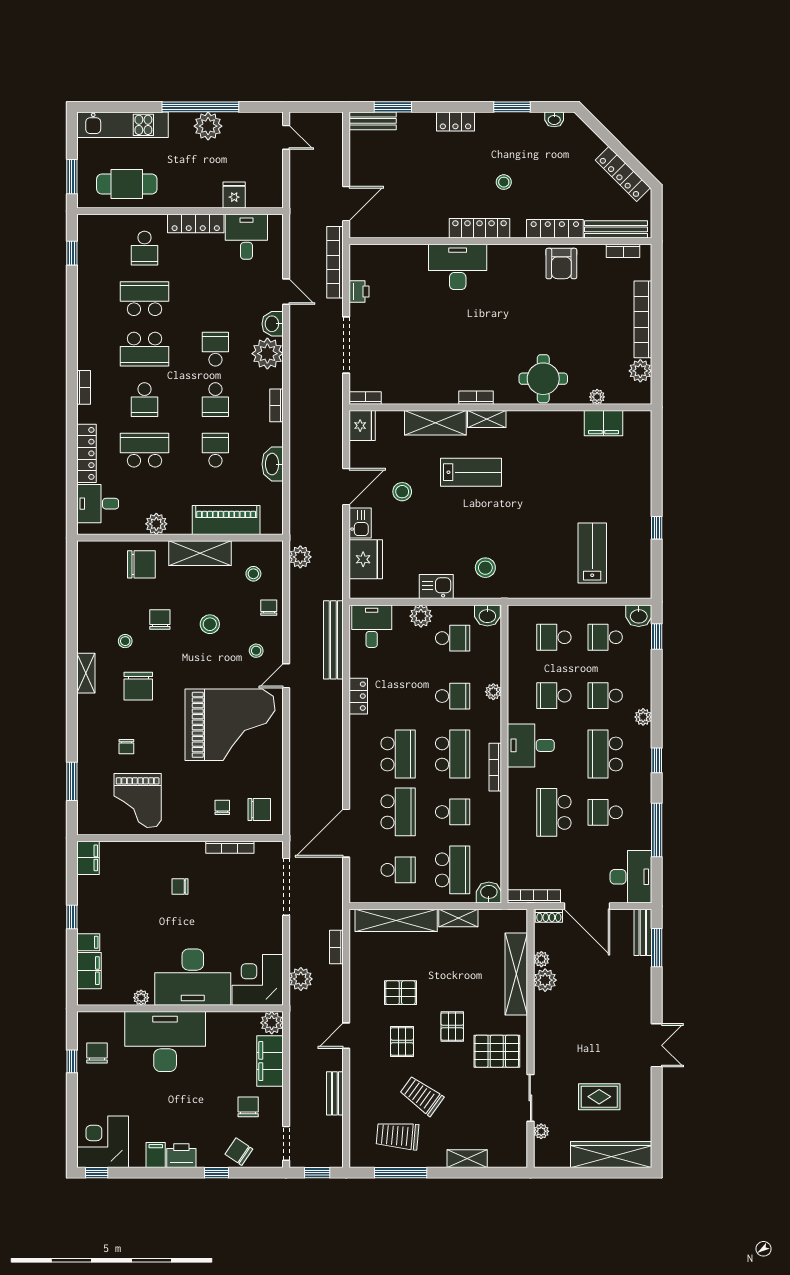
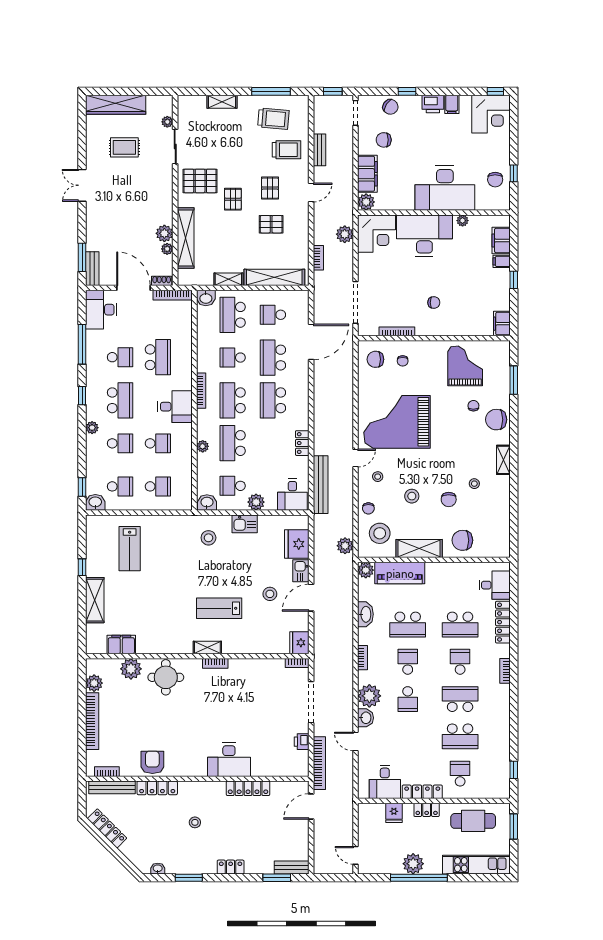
locker: (190, 199) -> (427, 810), added
locker: (480, 228) -> (248, 788), moved
plant: (597, 397) -> (131, 669), width x1.88, depth x1.88
shelving: (435, 423) -> (95, 600), moved, turned 90
school desk: (215, 450) -> (408, 625), width x1.85
plant: (156, 524) -> (366, 570), moved
stool: (253, 574) -> (380, 533), width x1.89, depth x1.89
chair: (138, 686) -> (496, 420), moved, turned -90
school desk: (453, 696) -> (233, 443), width x1.85
trolley: (422, 1096) -> (286, 150), moved, turned -36
chair: (248, 1107) -> (384, 140), turned 90

